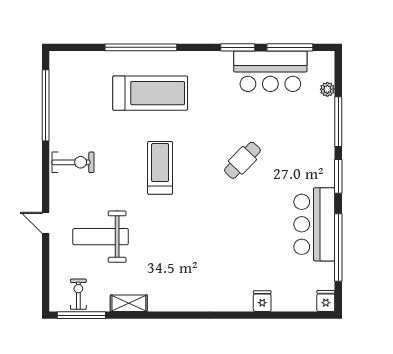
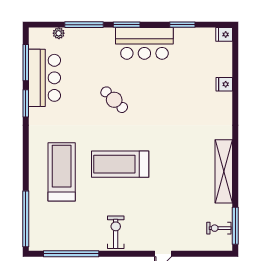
window: (141, 47) -> (26, 219), moved
treadmill: (160, 168) -> (120, 164), width x1.37, depth x1.37
bar counter: (314, 224) -> (144, 43), moved
weight bench: (101, 237) -> (174, 211), removed
window: (338, 247) -> (182, 25), width x0.47
shelving: (129, 303) -> (224, 171), width x2.20, depth x1.33

